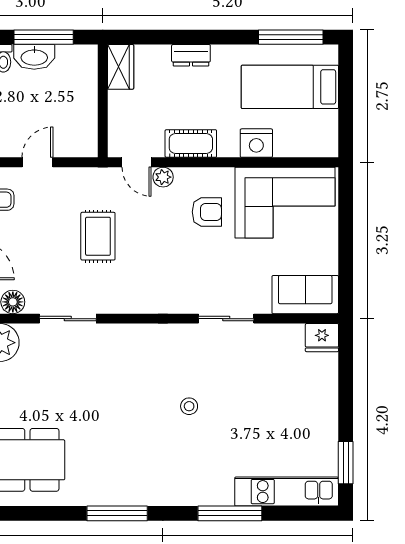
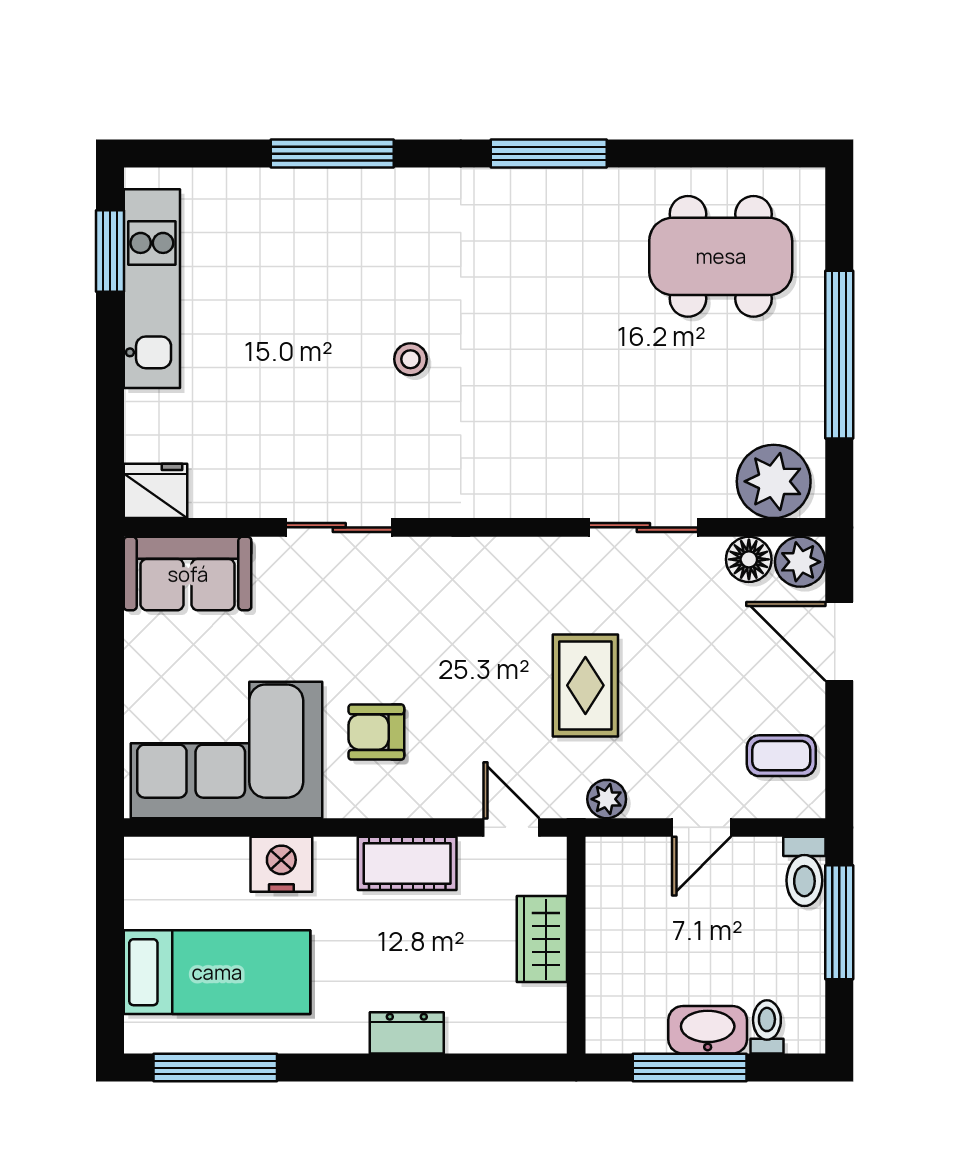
wardrobe: (121, 67) -> (542, 939), moved
plant: (163, 177) -> (607, 799), moved
kitchen unit: (287, 492) -> (152, 289), moved, turned -90

